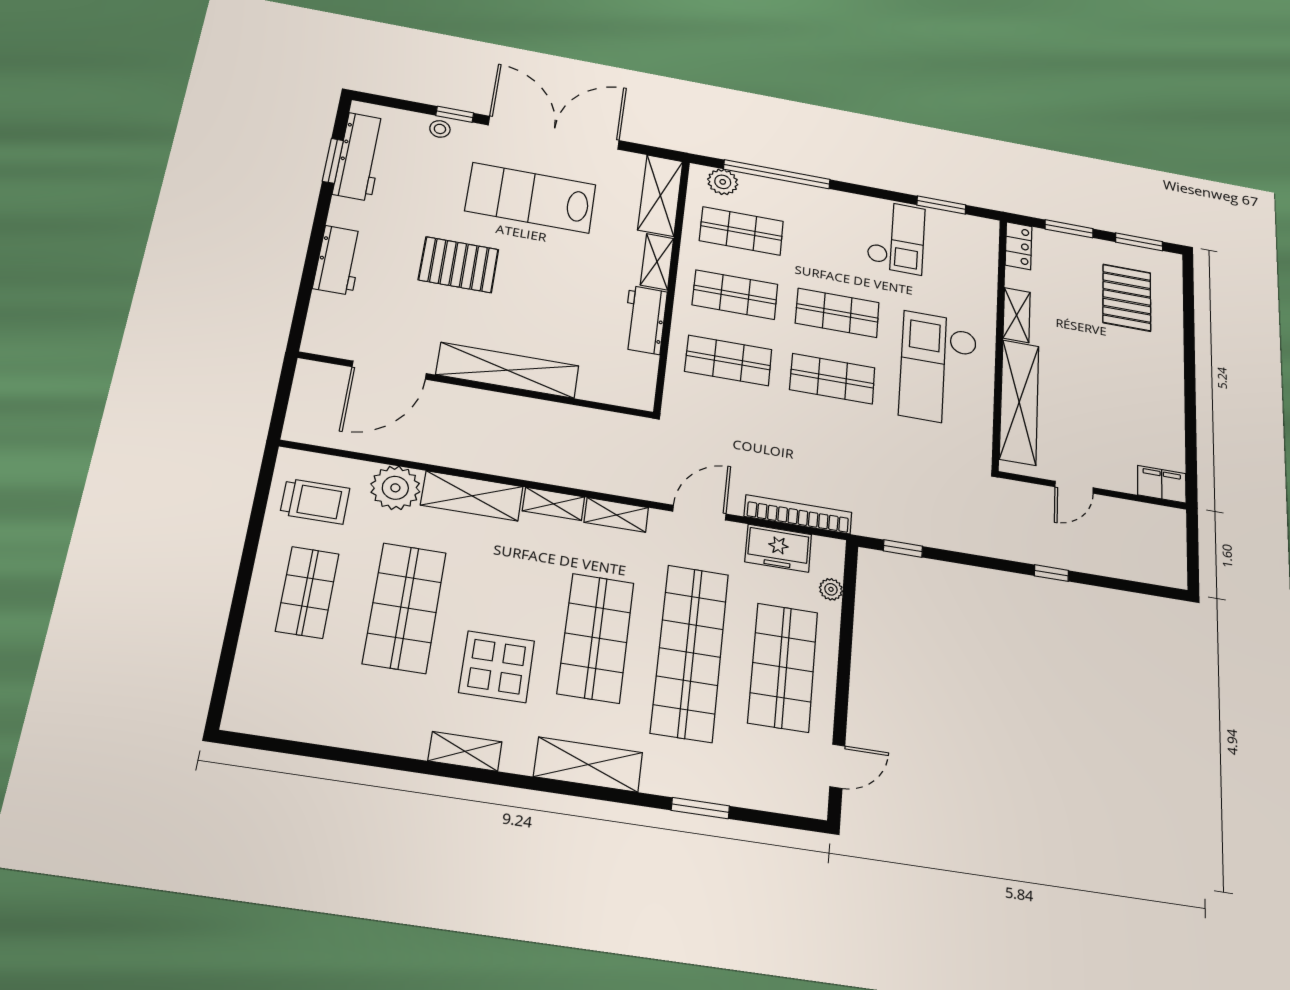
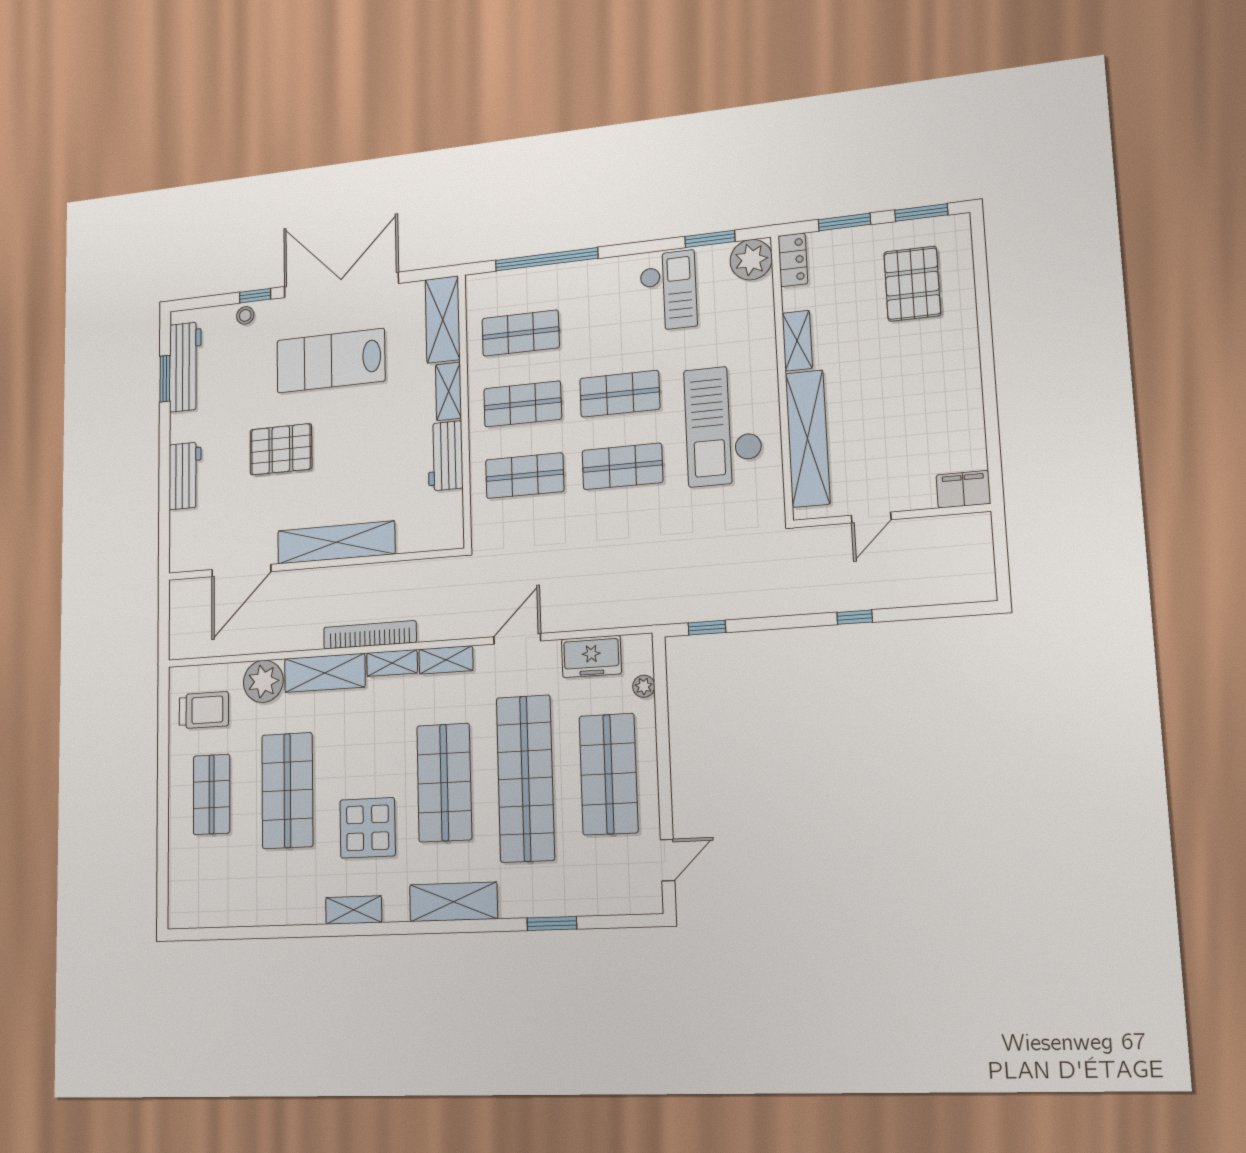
plant: (723, 182) -> (751, 260), moved, width x1.36, depth x1.36
bookcase: (798, 514) -> (370, 635), moved

